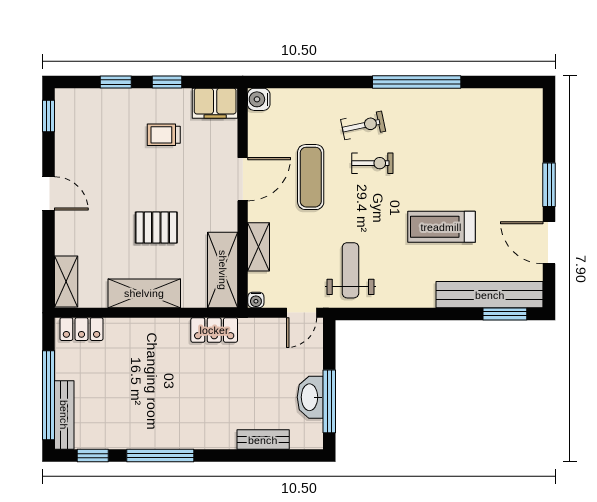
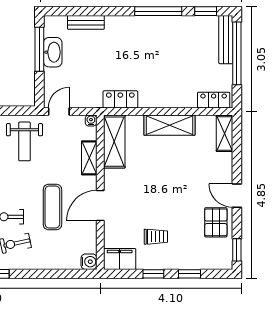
pallet: (156, 228) -> (216, 222), moved, turned 90

